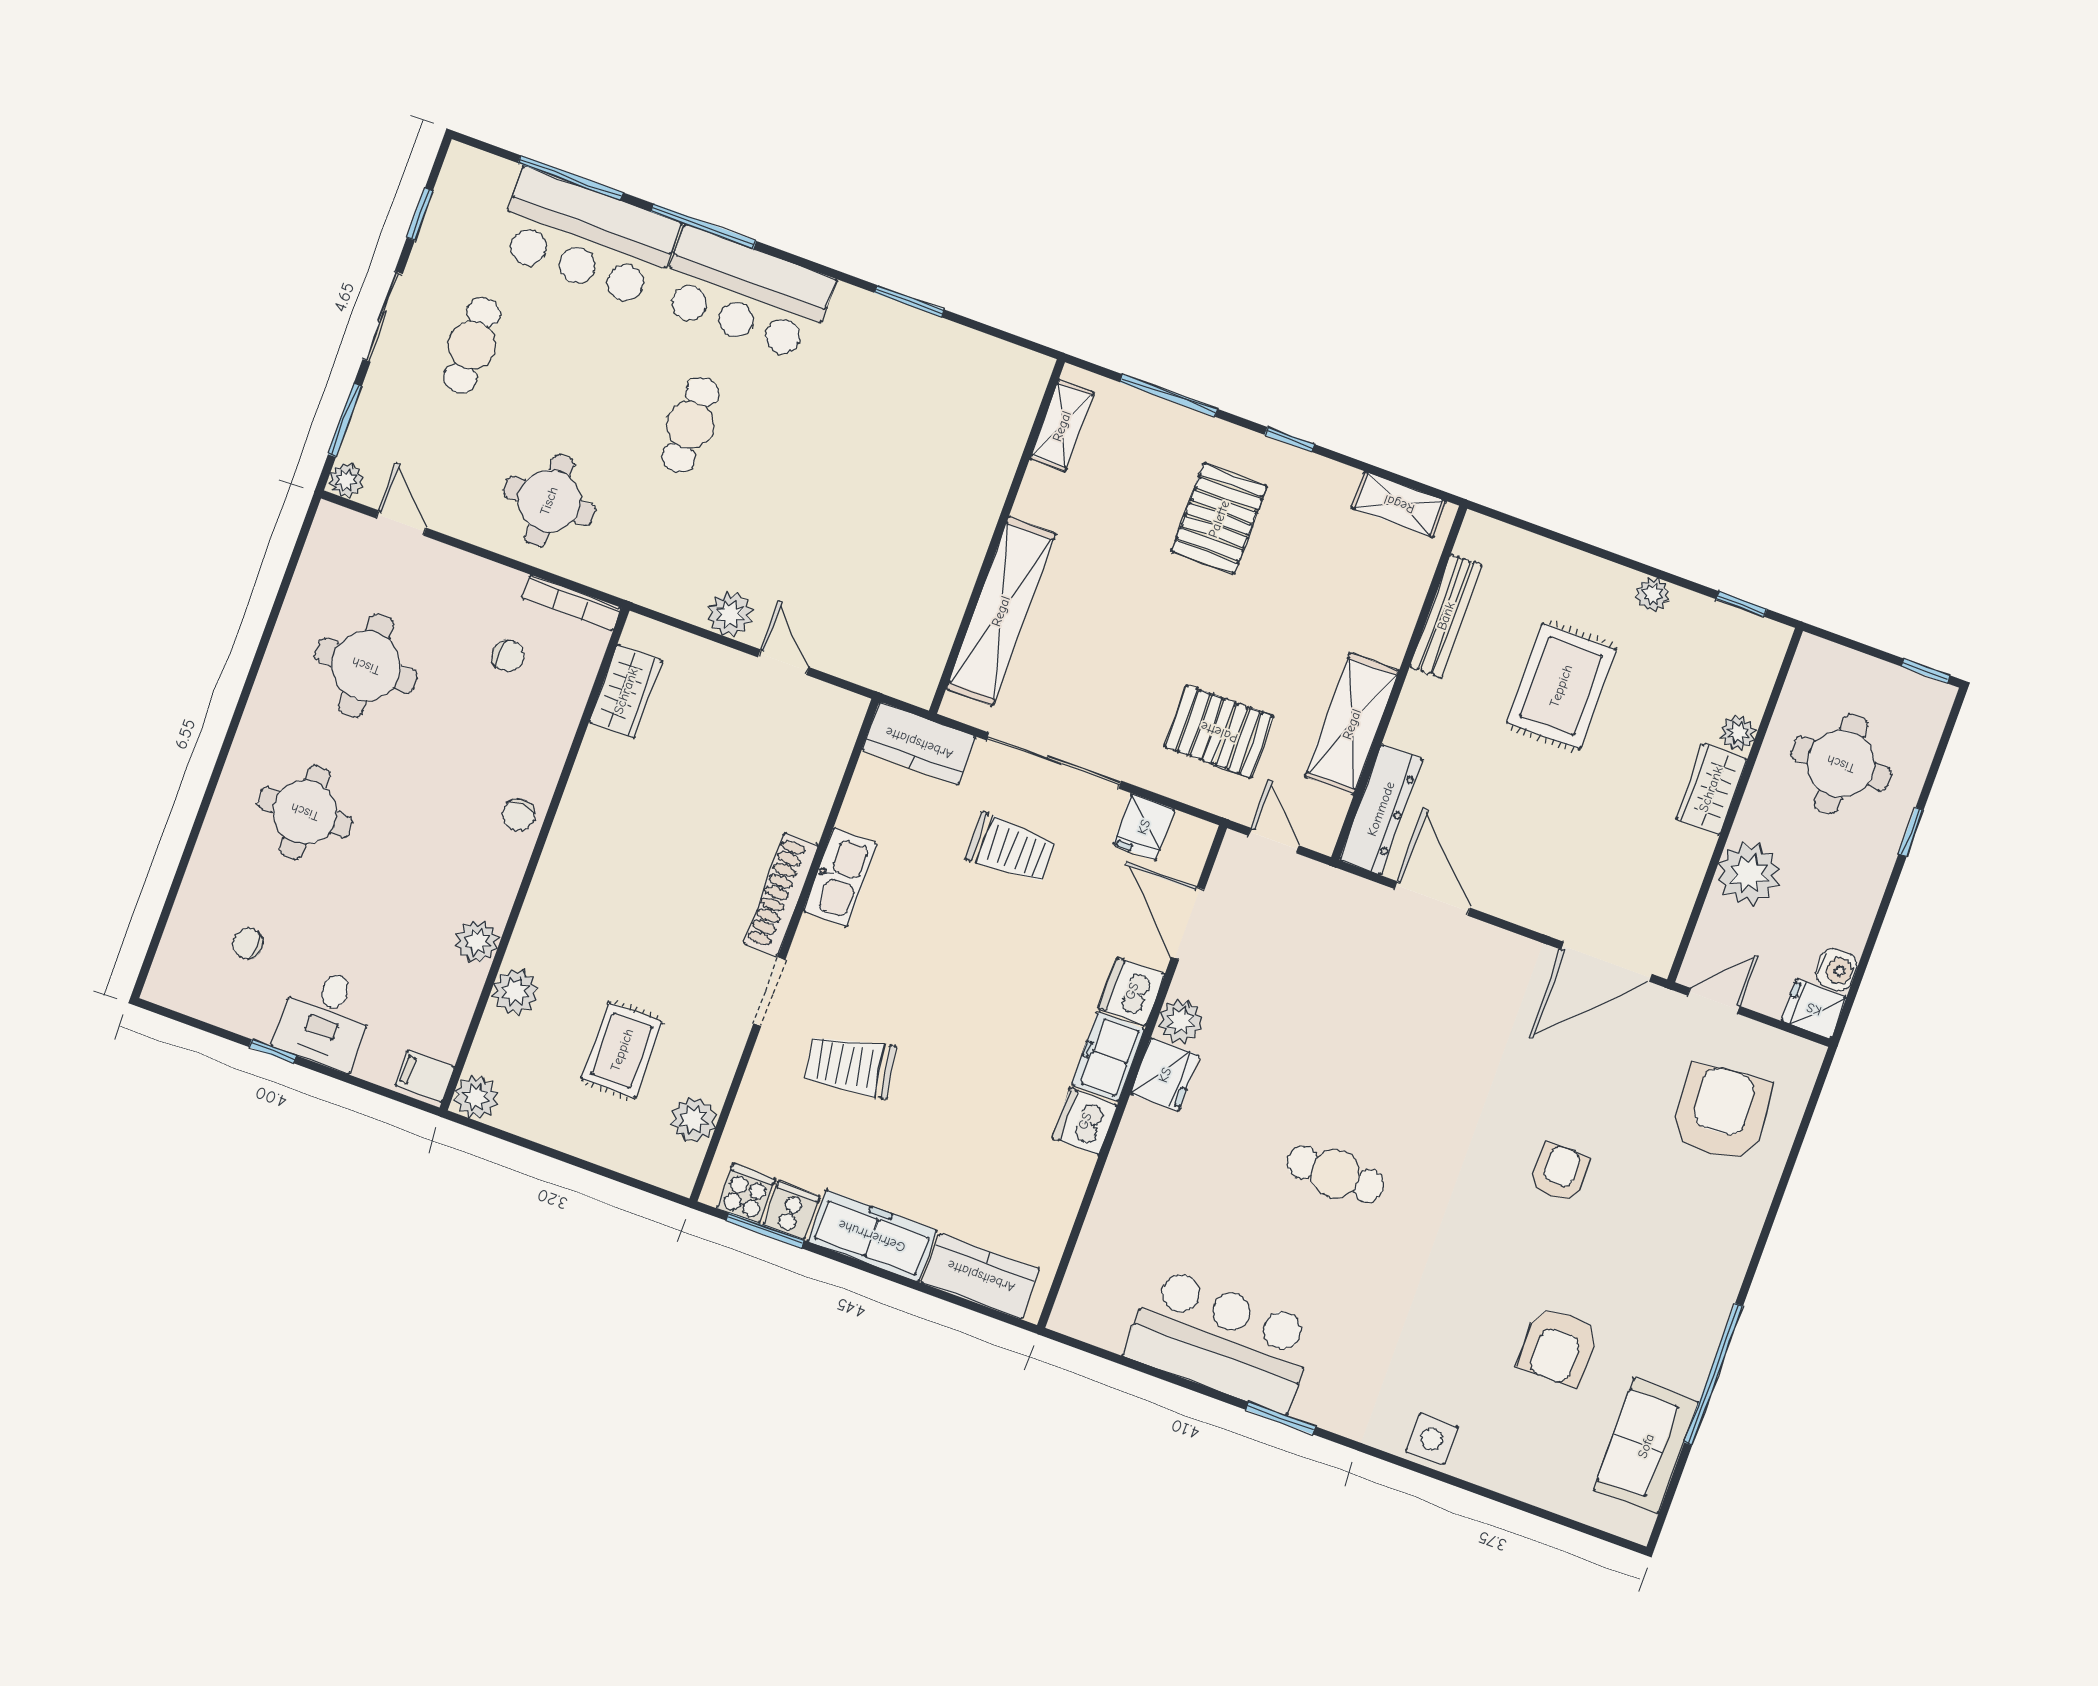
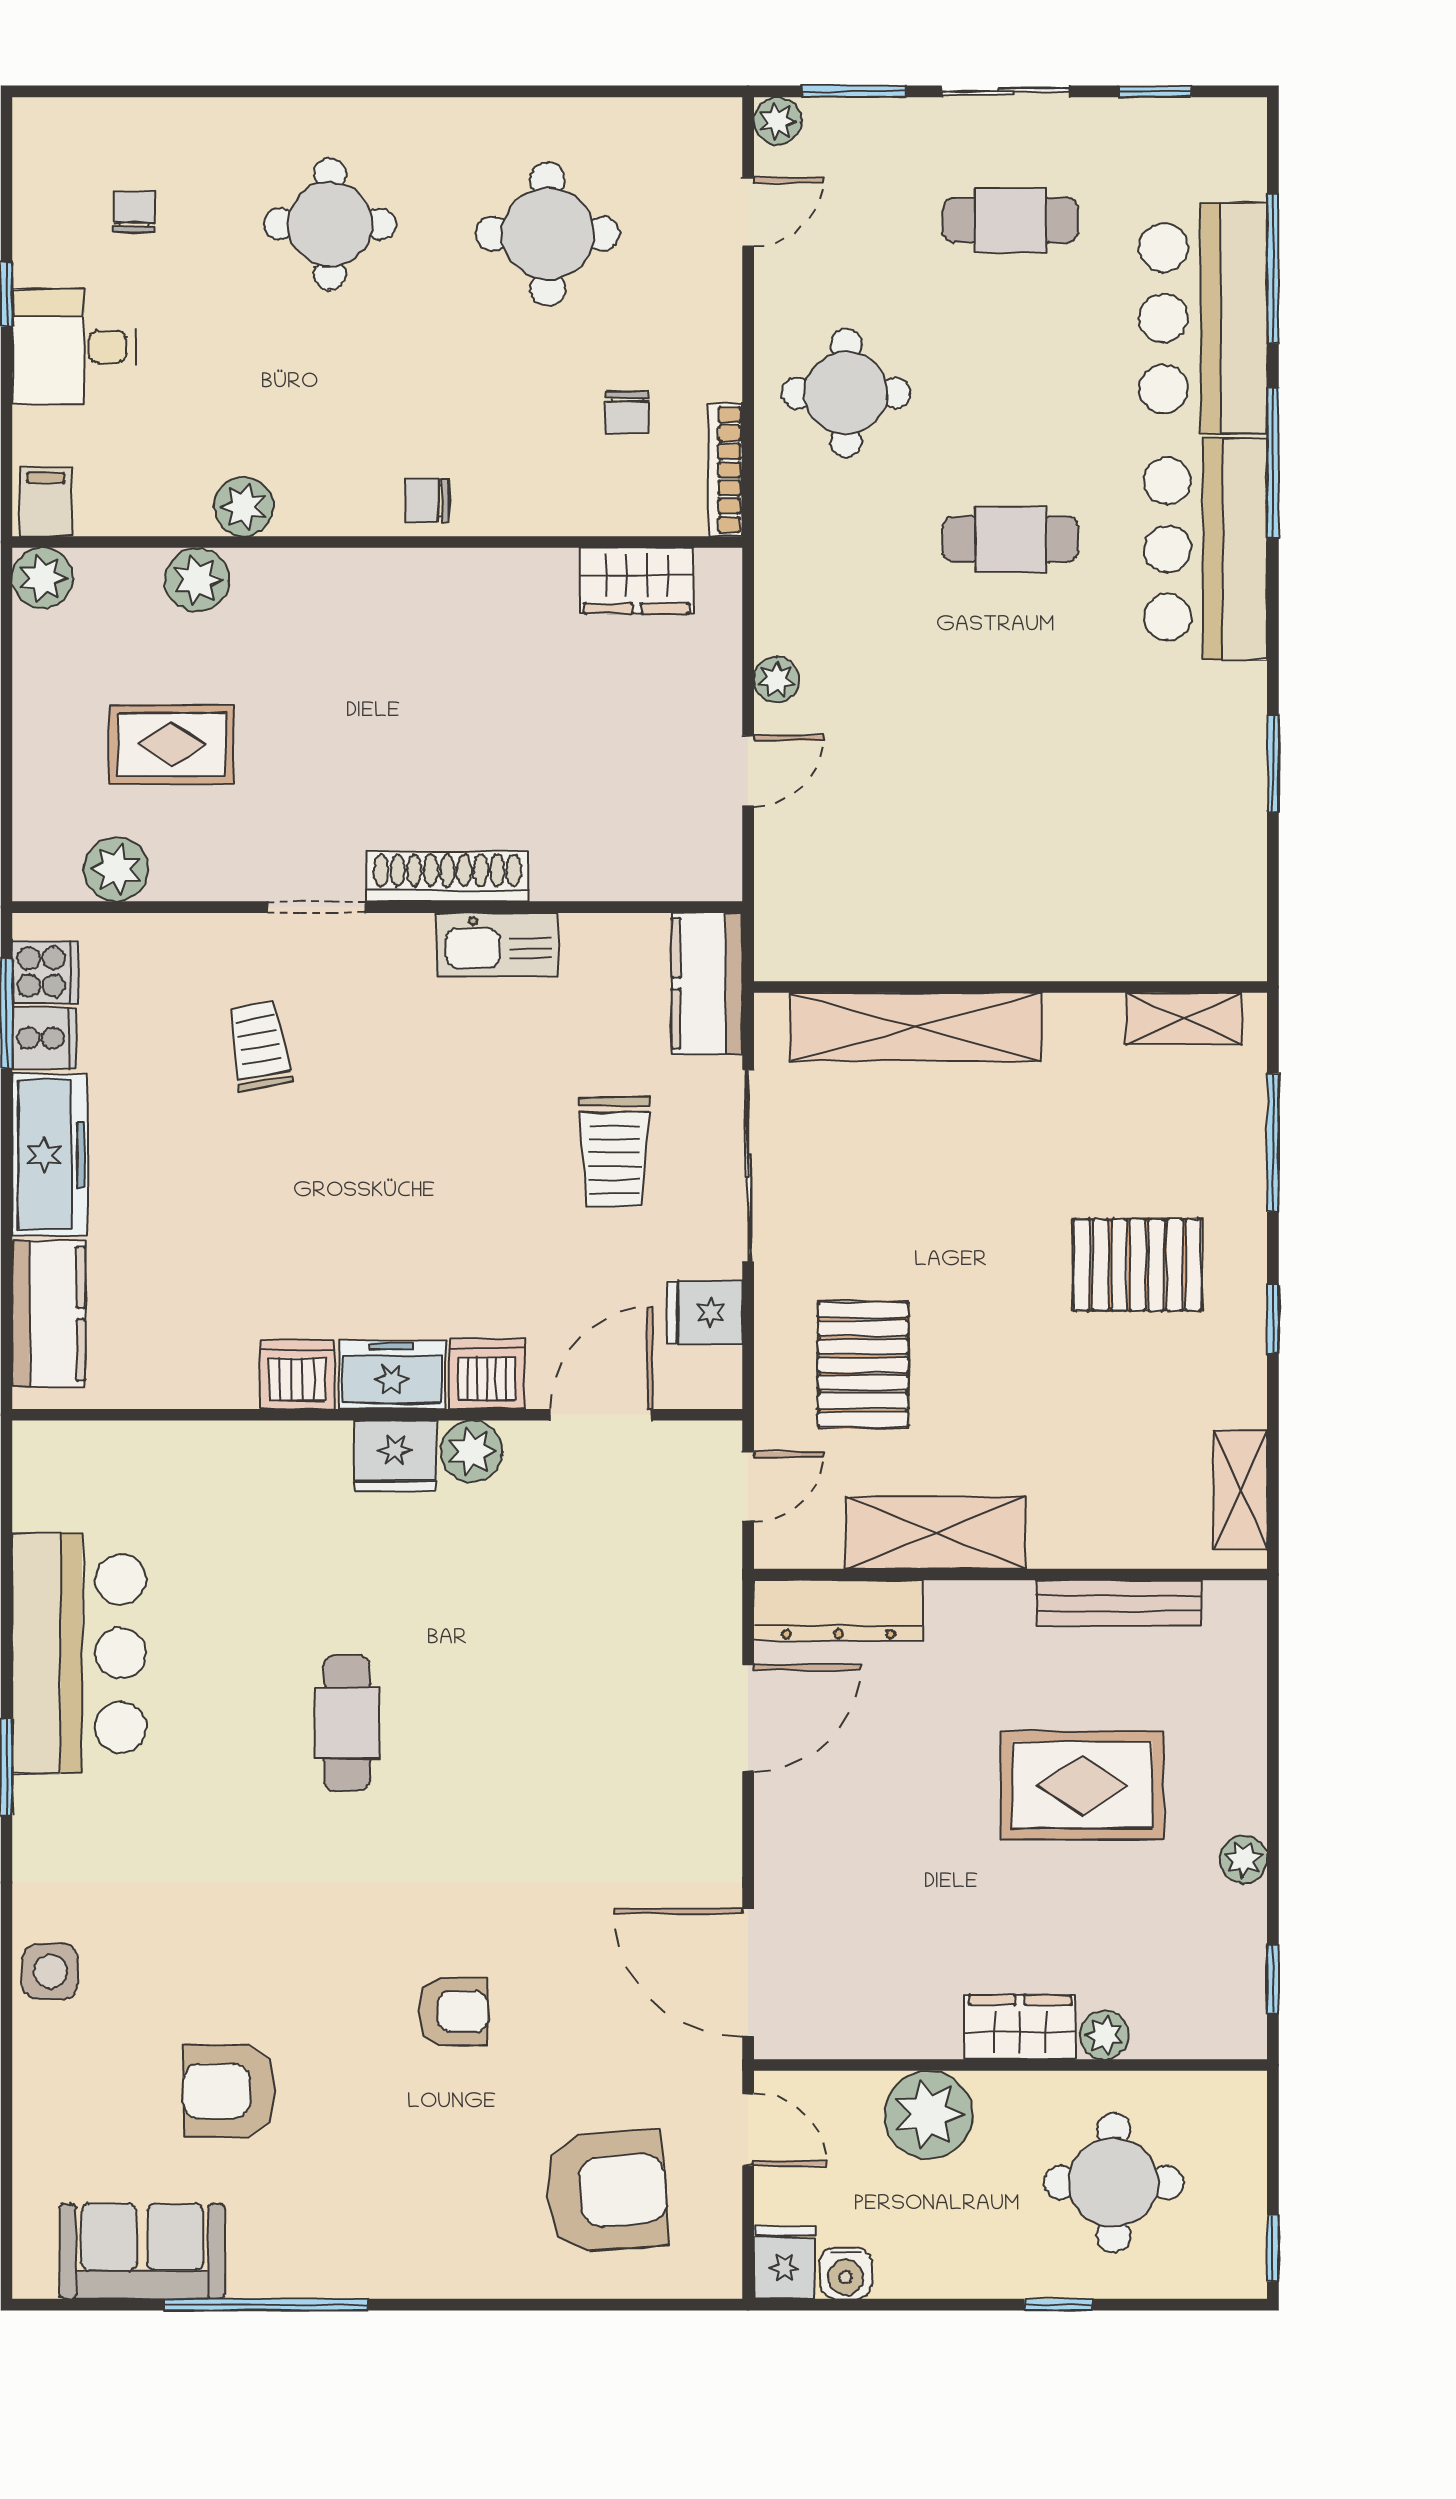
plant: (730, 614) -> (777, 680), width x0.73, depth x0.73
trolley: (850, 1066) -> (259, 1046), width x0.73, depth x0.72

